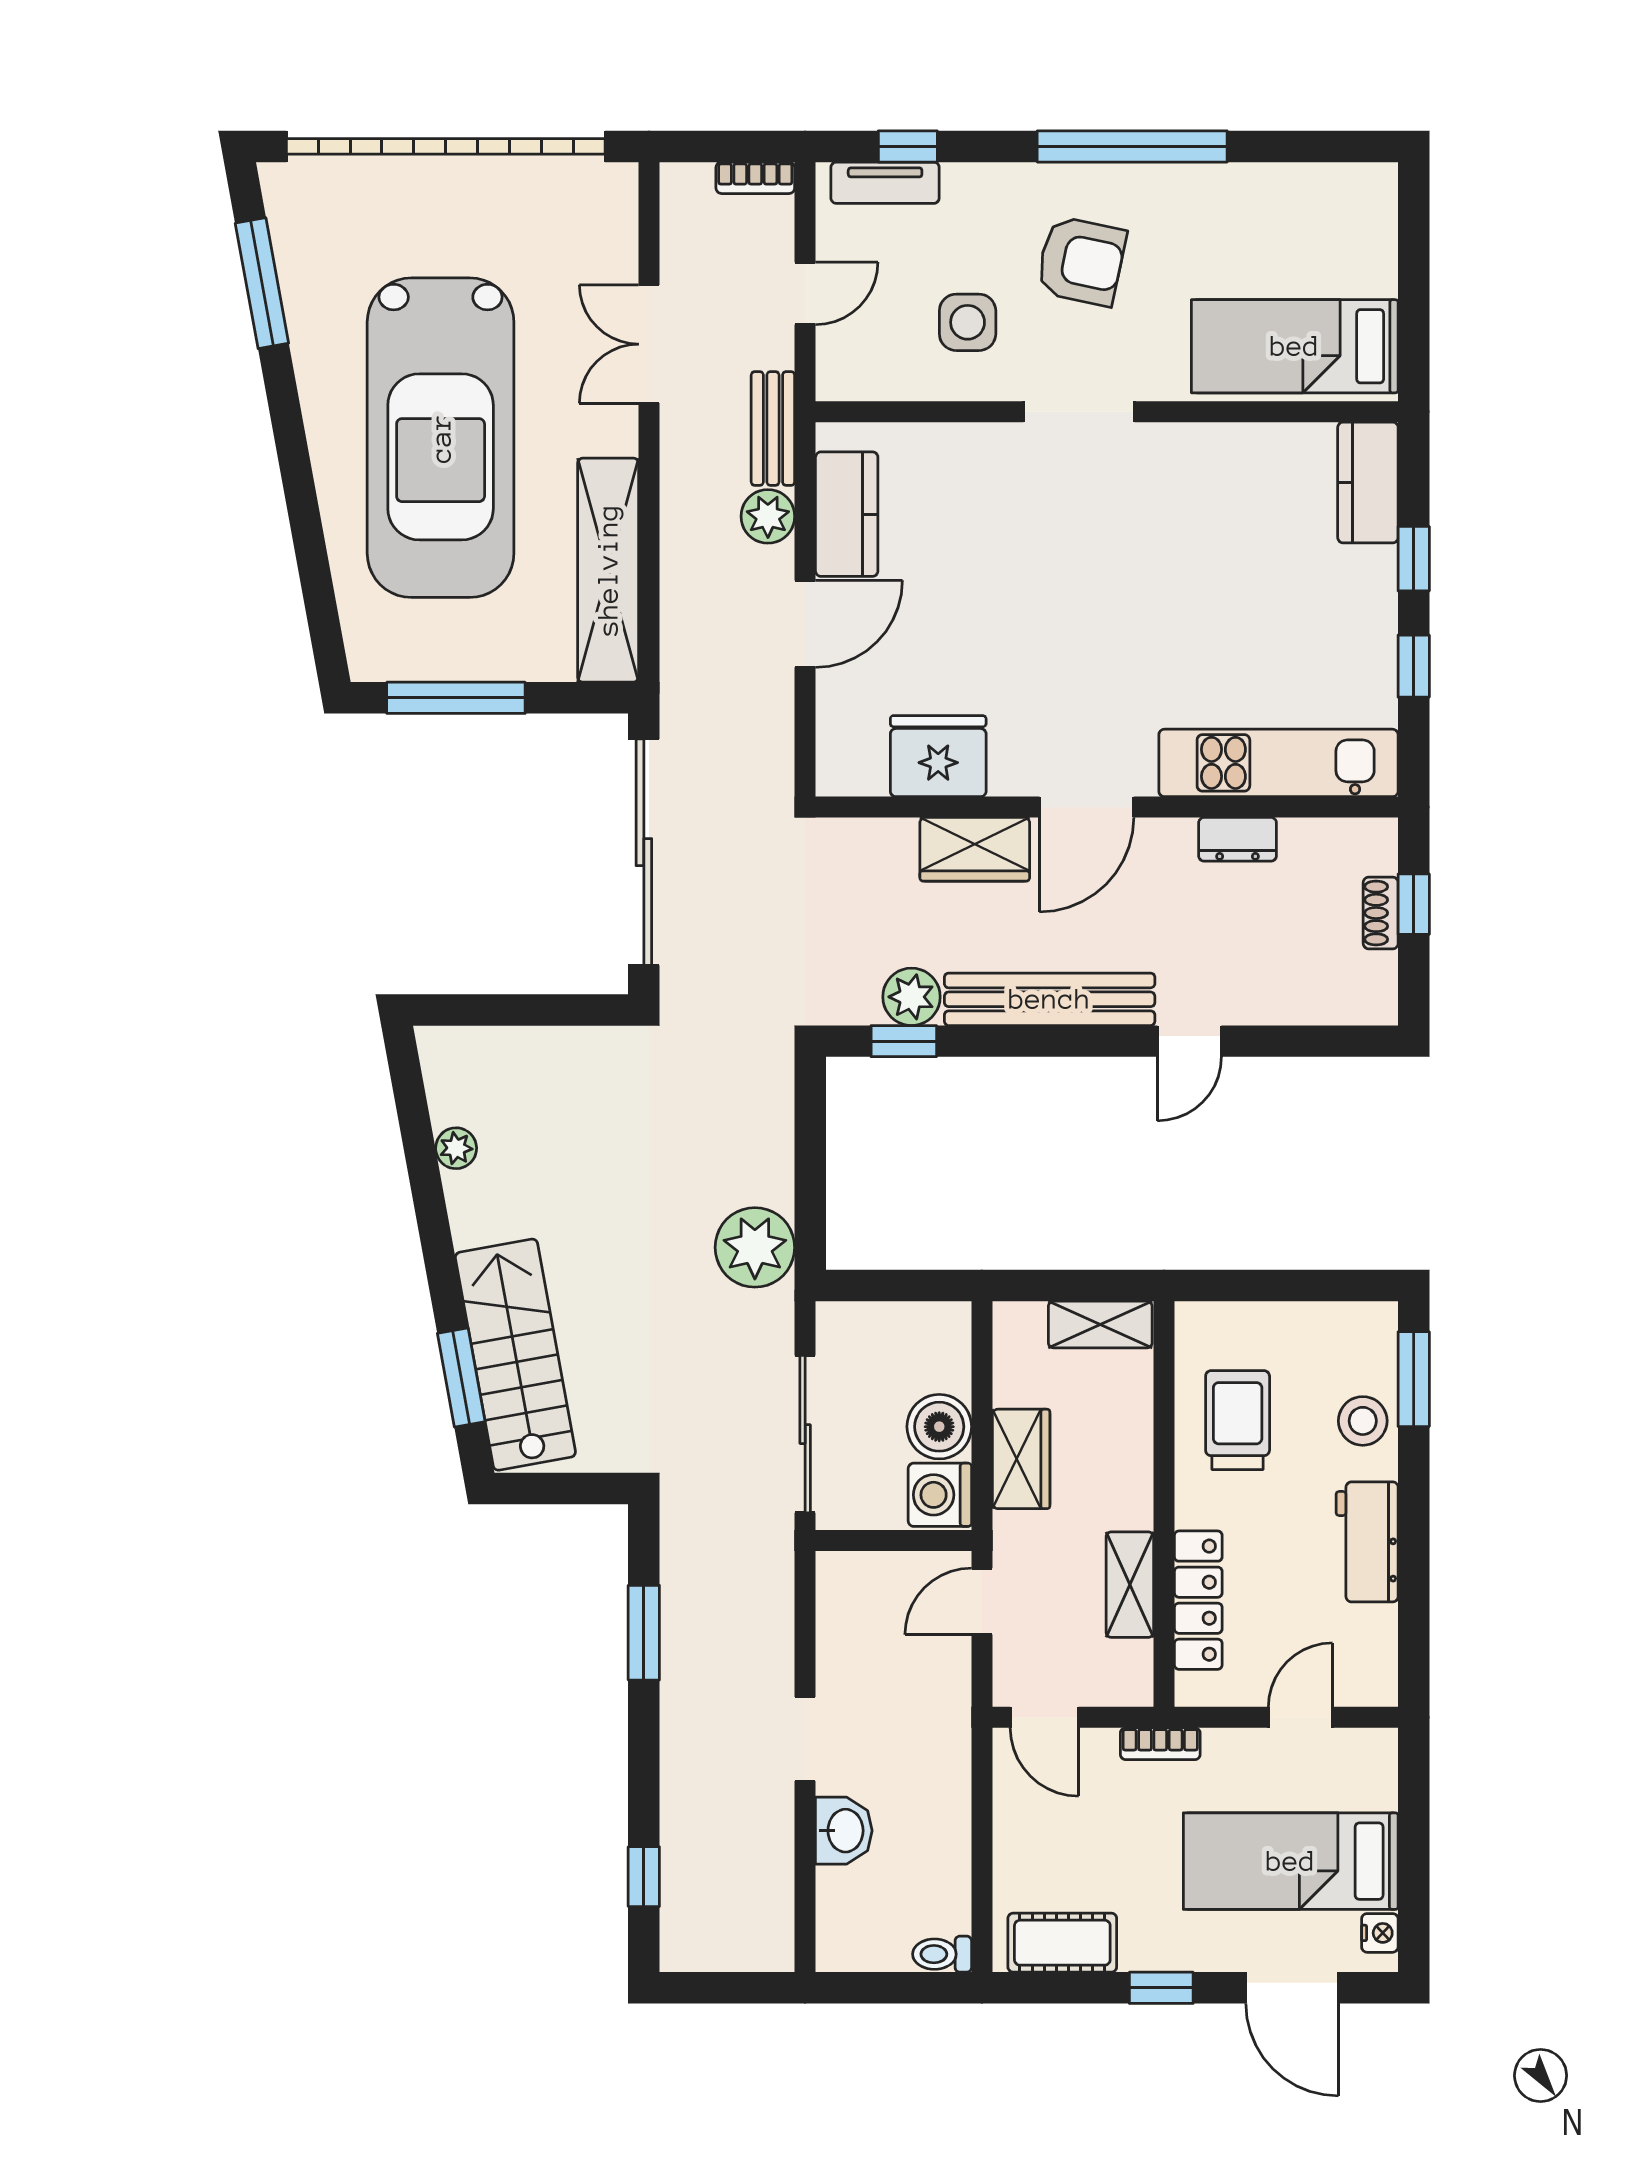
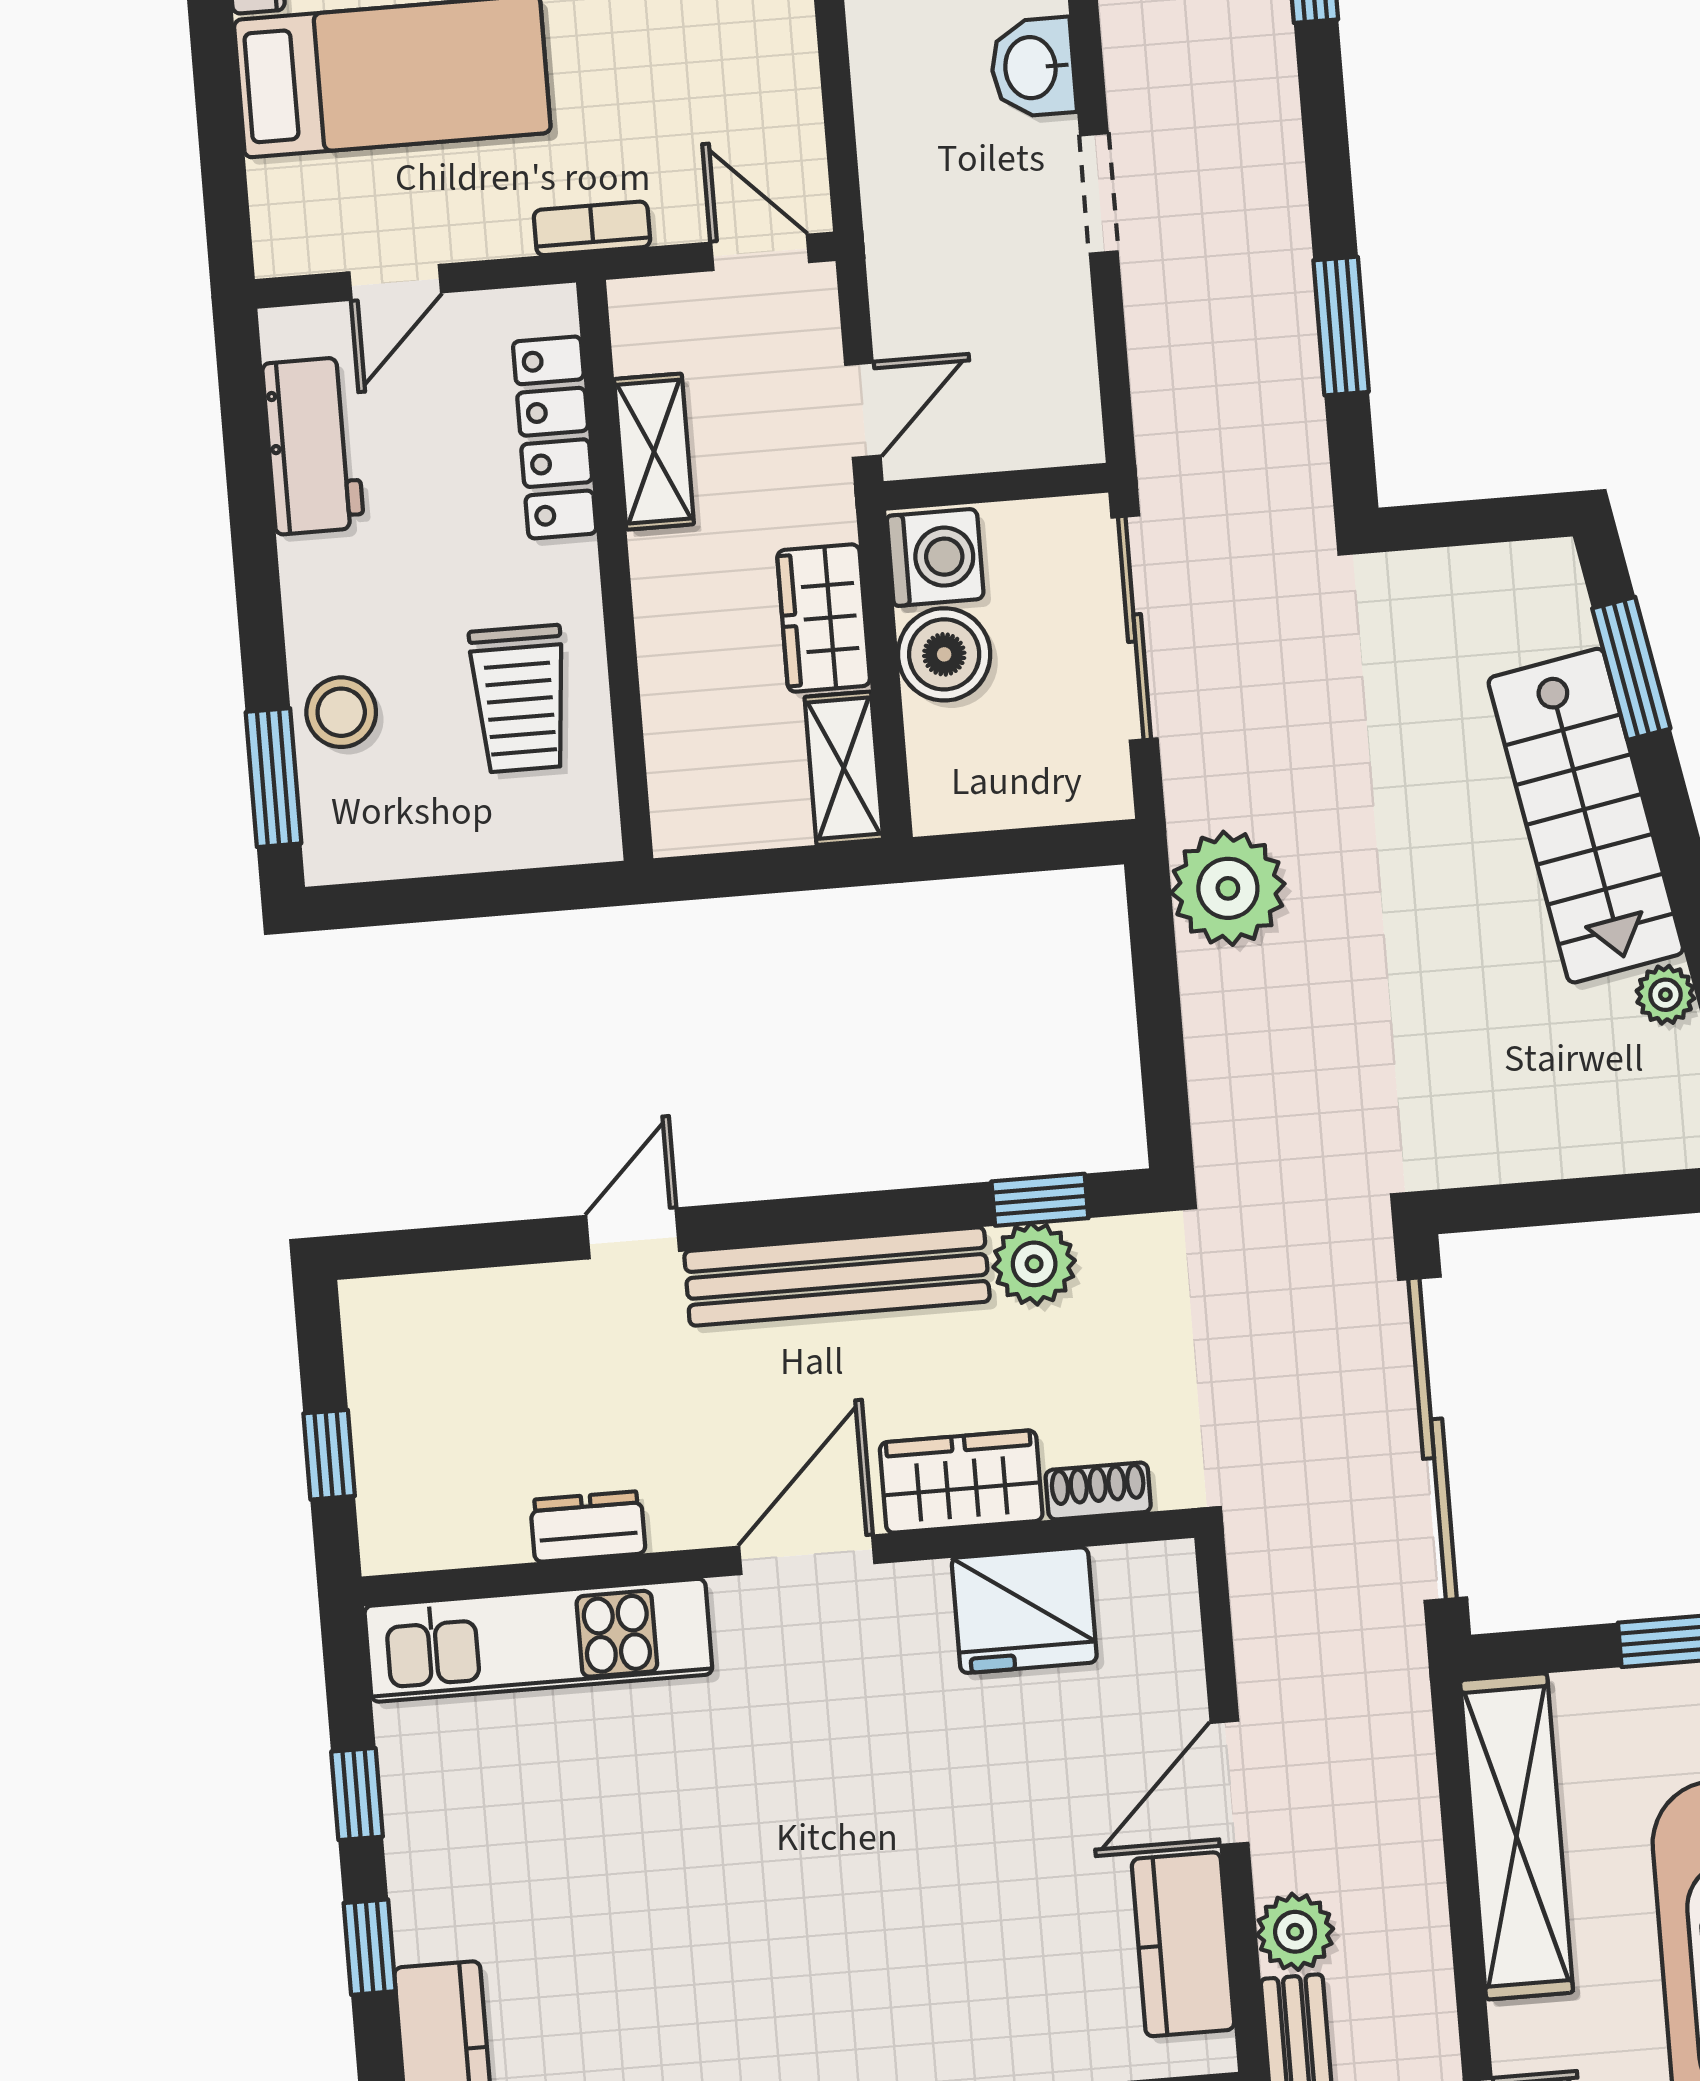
shoe rack: (1381, 913) -> (1098, 1491), moved, turned -90
shelving: (1100, 1325) -> (844, 768), moved, turned 90
stairs: (515, 1355) -> (1586, 816), moved
workbench: (1367, 1542) -> (313, 446), moved

